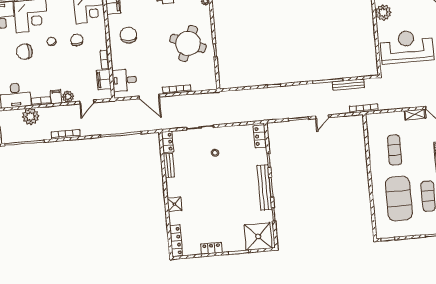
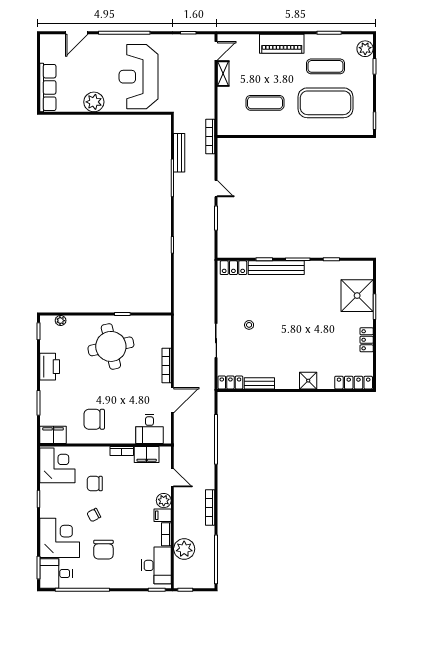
round table: (188, 43) -> (111, 346), turned -35
bench: (264, 187) -> (276, 268), moved
shower: (258, 236) -> (357, 296), moved

